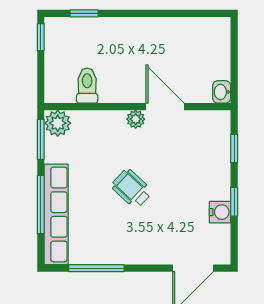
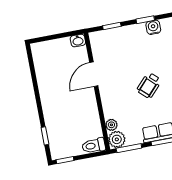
toilet: (87, 86) -> (94, 146), moved
plant: (136, 119) -> (111, 125), moved

